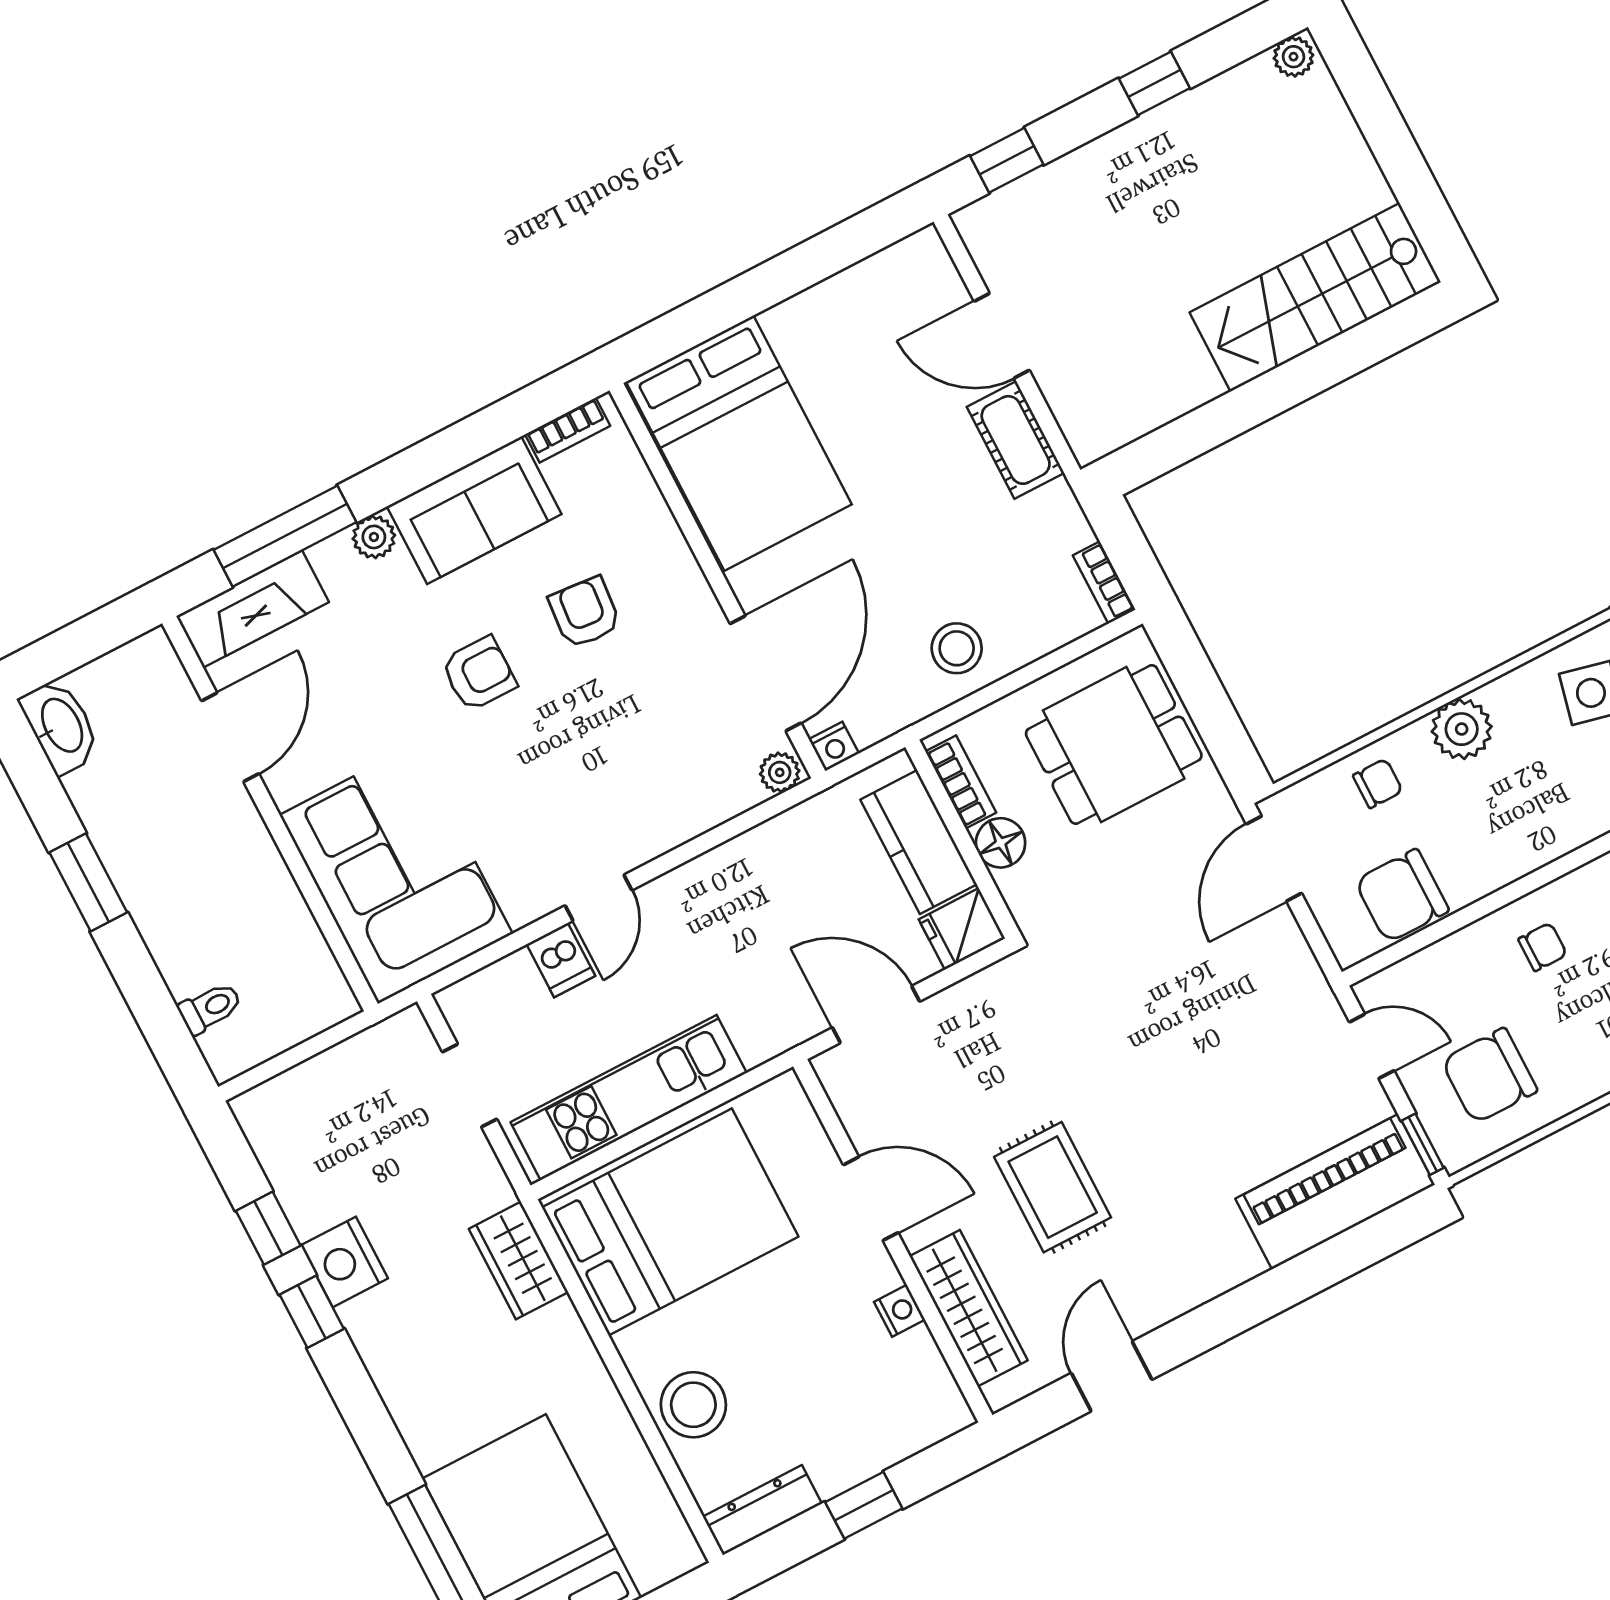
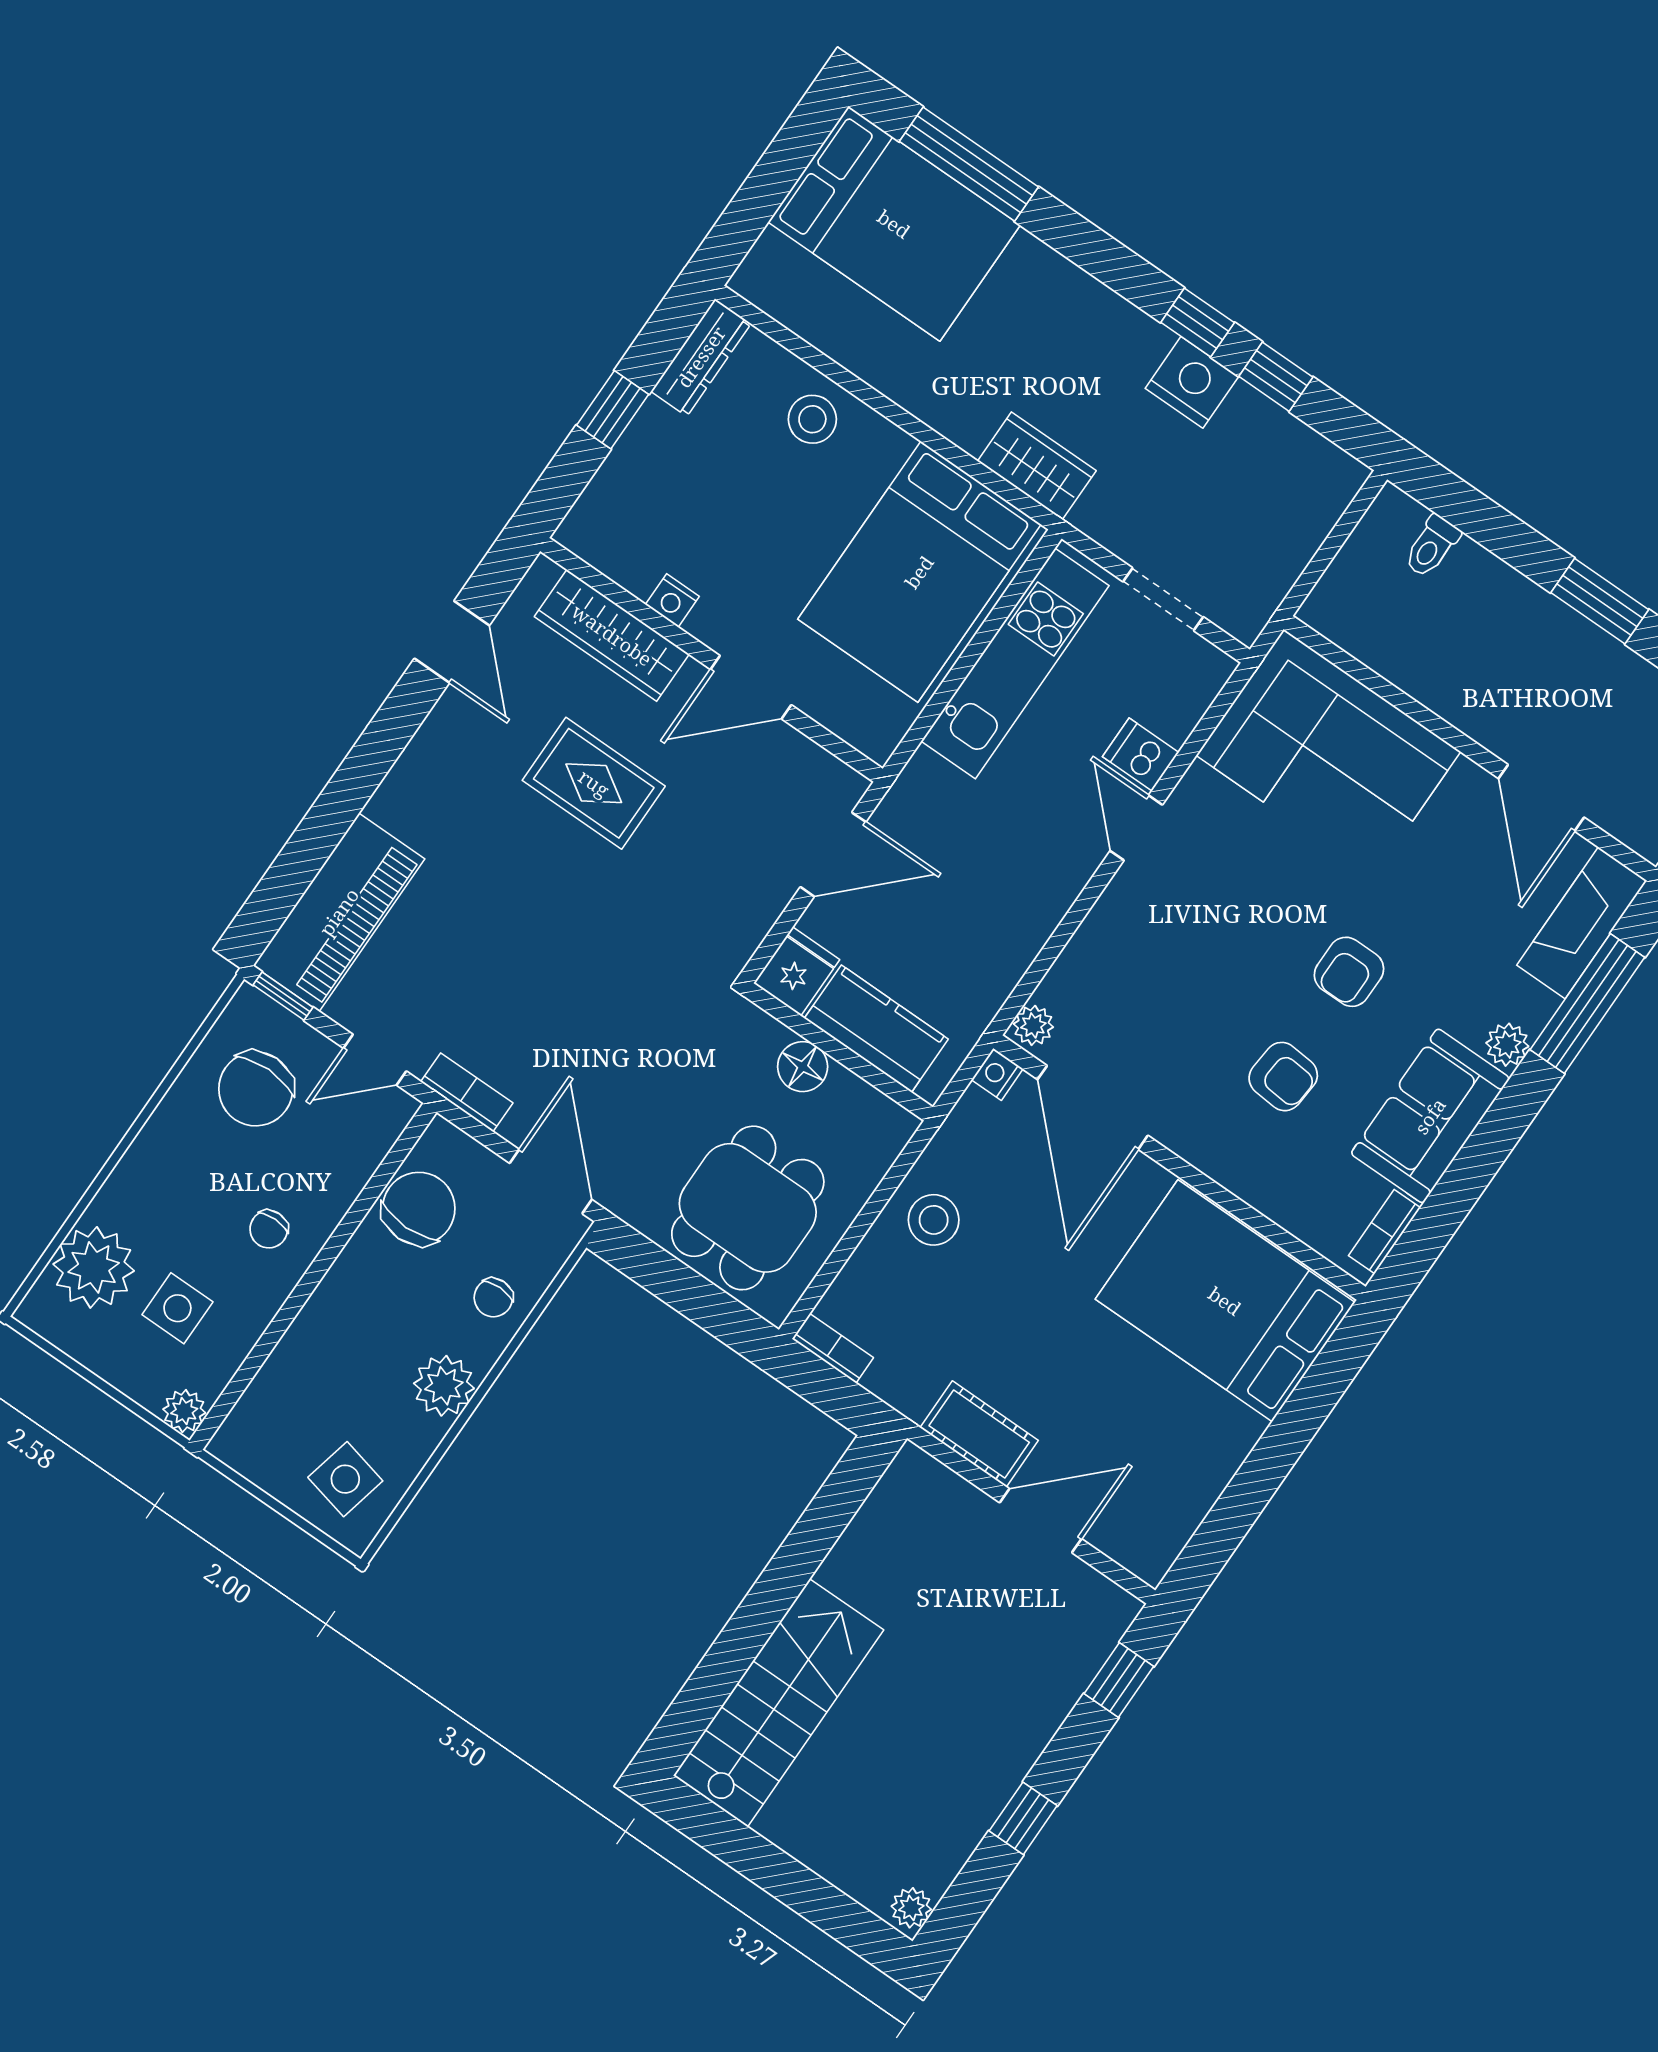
bookcase: (961, 782) -> (467, 1092), moved, turned 180
chair: (1489, 1076) -> (256, 1089), turned 180
stool: (693, 1405) -> (812, 419), width x0.73, depth x0.73

